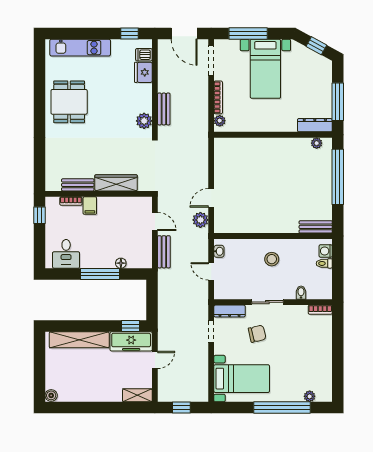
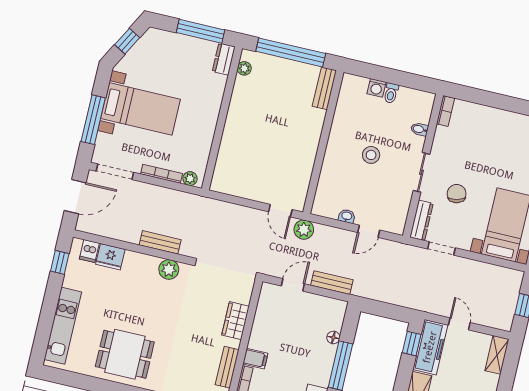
dresser: (315, 125) -> (224, 59), width x0.70
wardrobe: (116, 183) -> (235, 321), width x0.67
bench: (316, 227) -> (324, 88), moved
wall: (273, 236) -> (323, 142), moved

